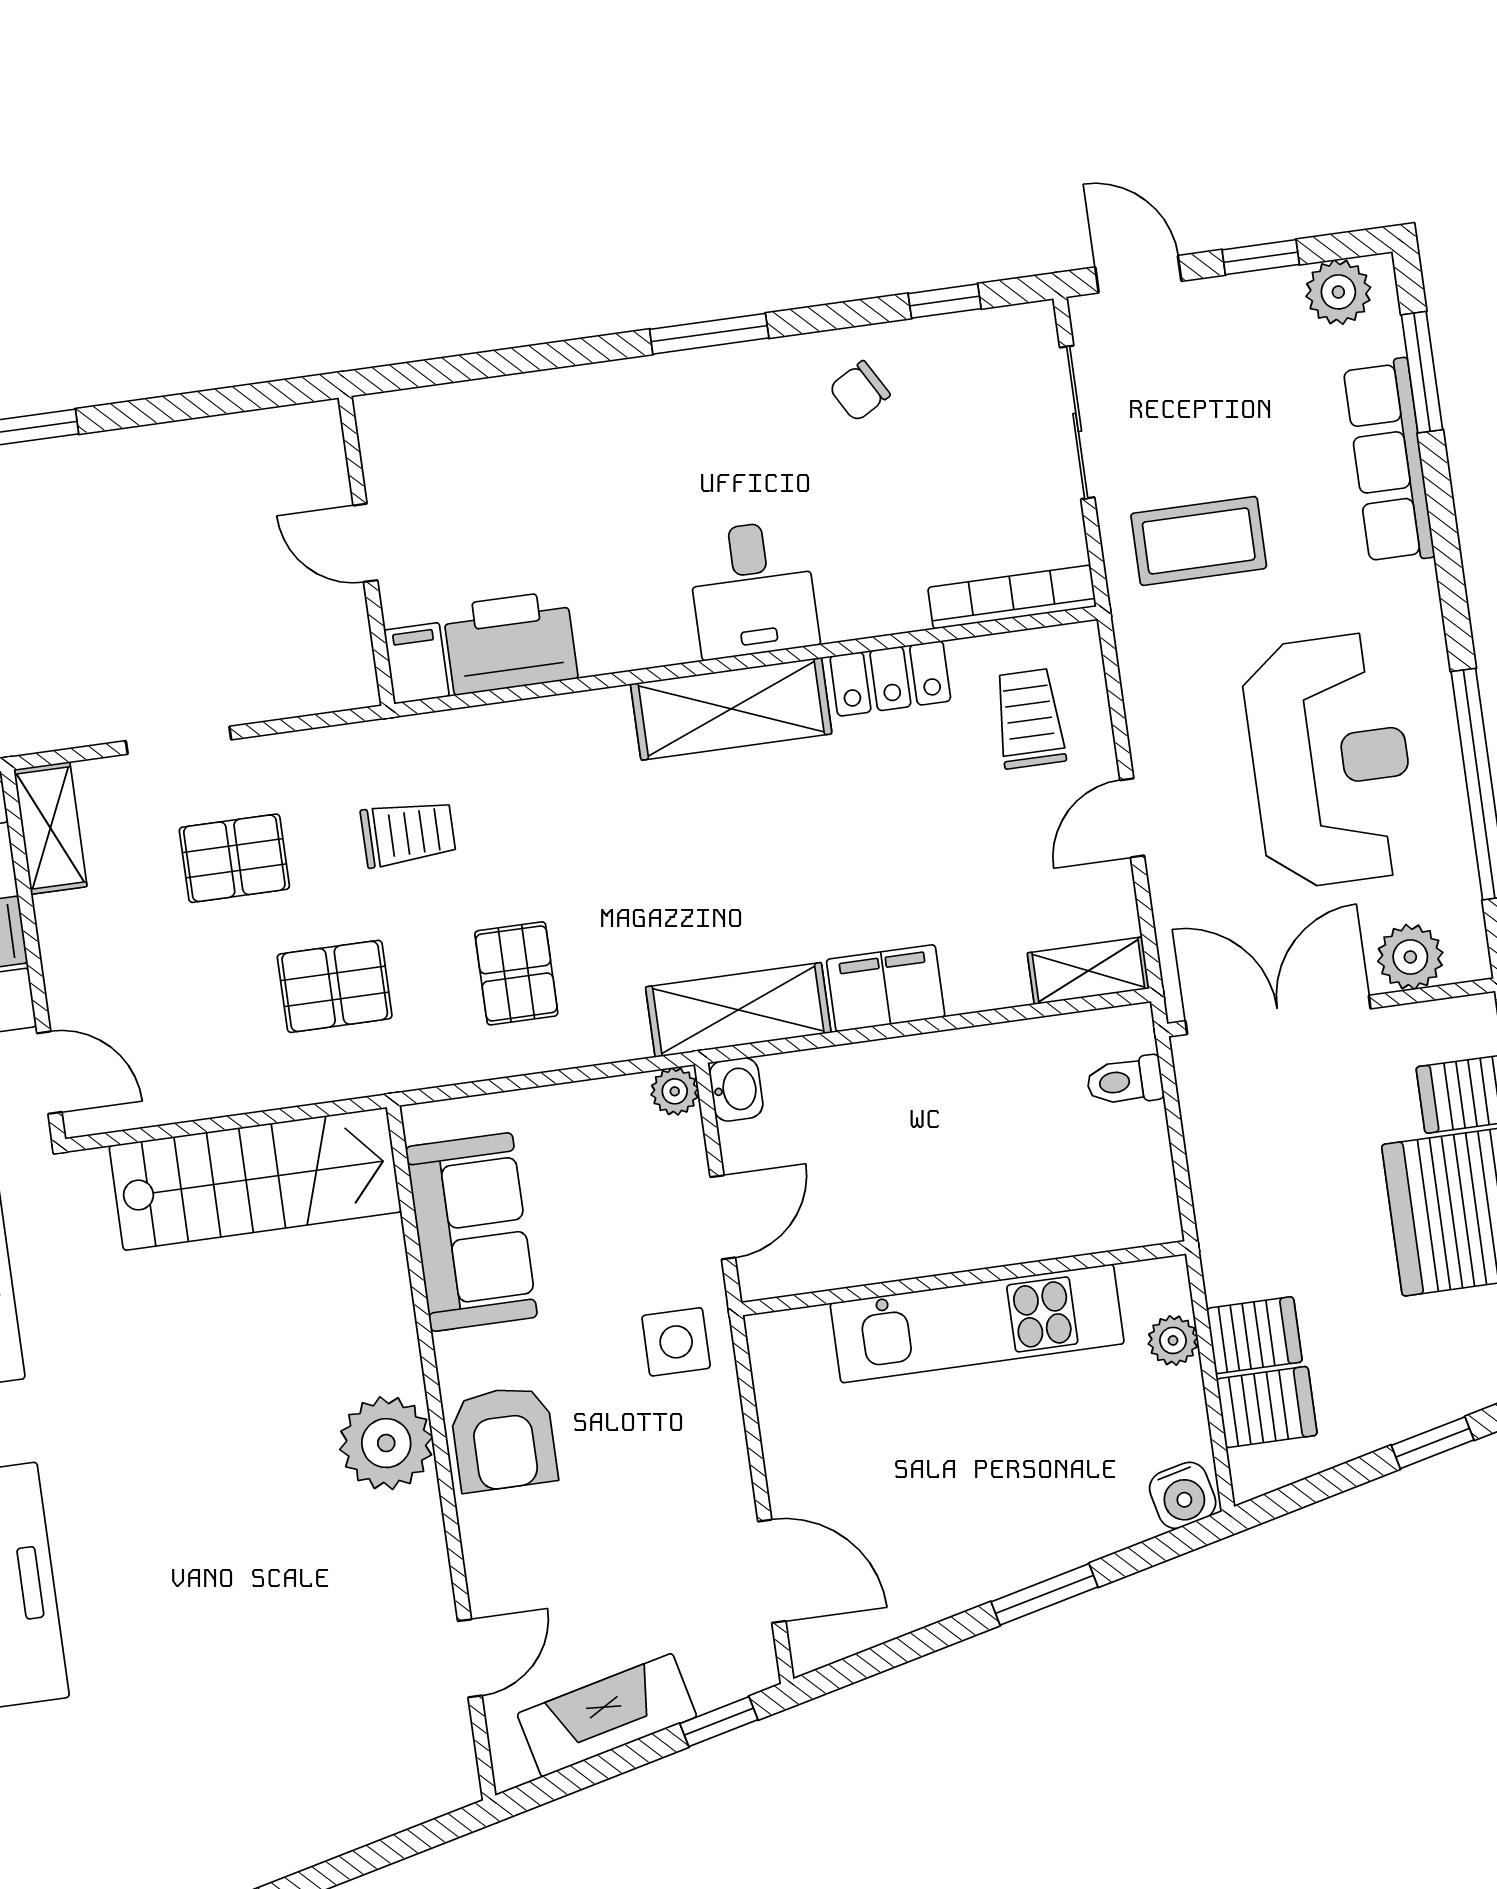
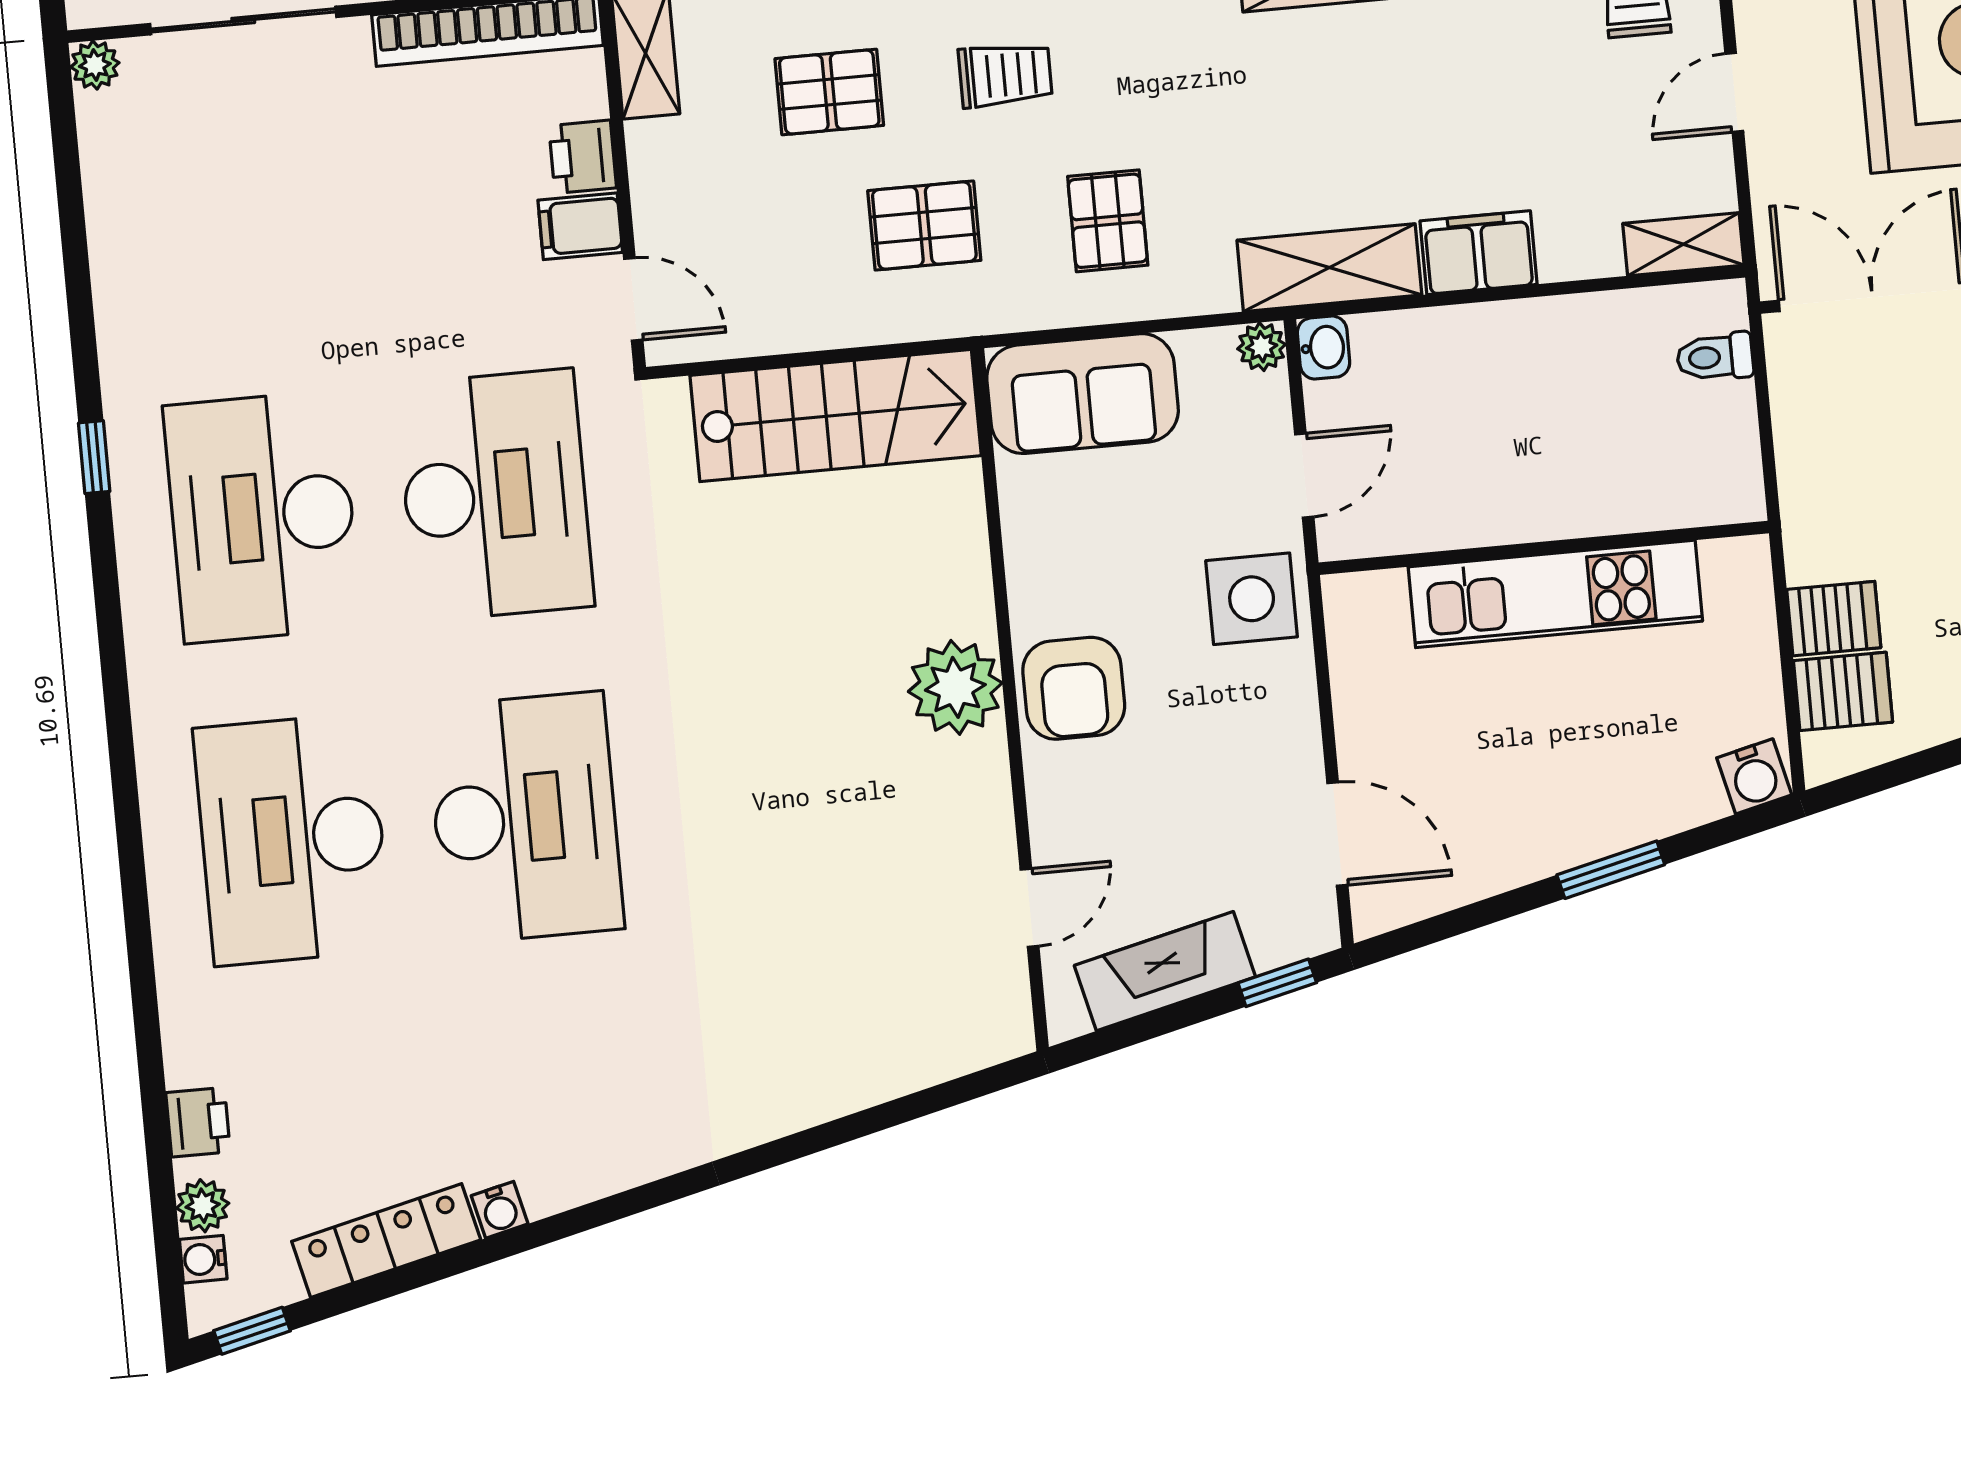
sofa: (471, 1232) -> (1083, 394), moved, turned 90
plant: (1173, 1340) -> (1752, 620), removed
side table: (676, 1342) -> (1252, 599), width x1.37, depth x1.37

